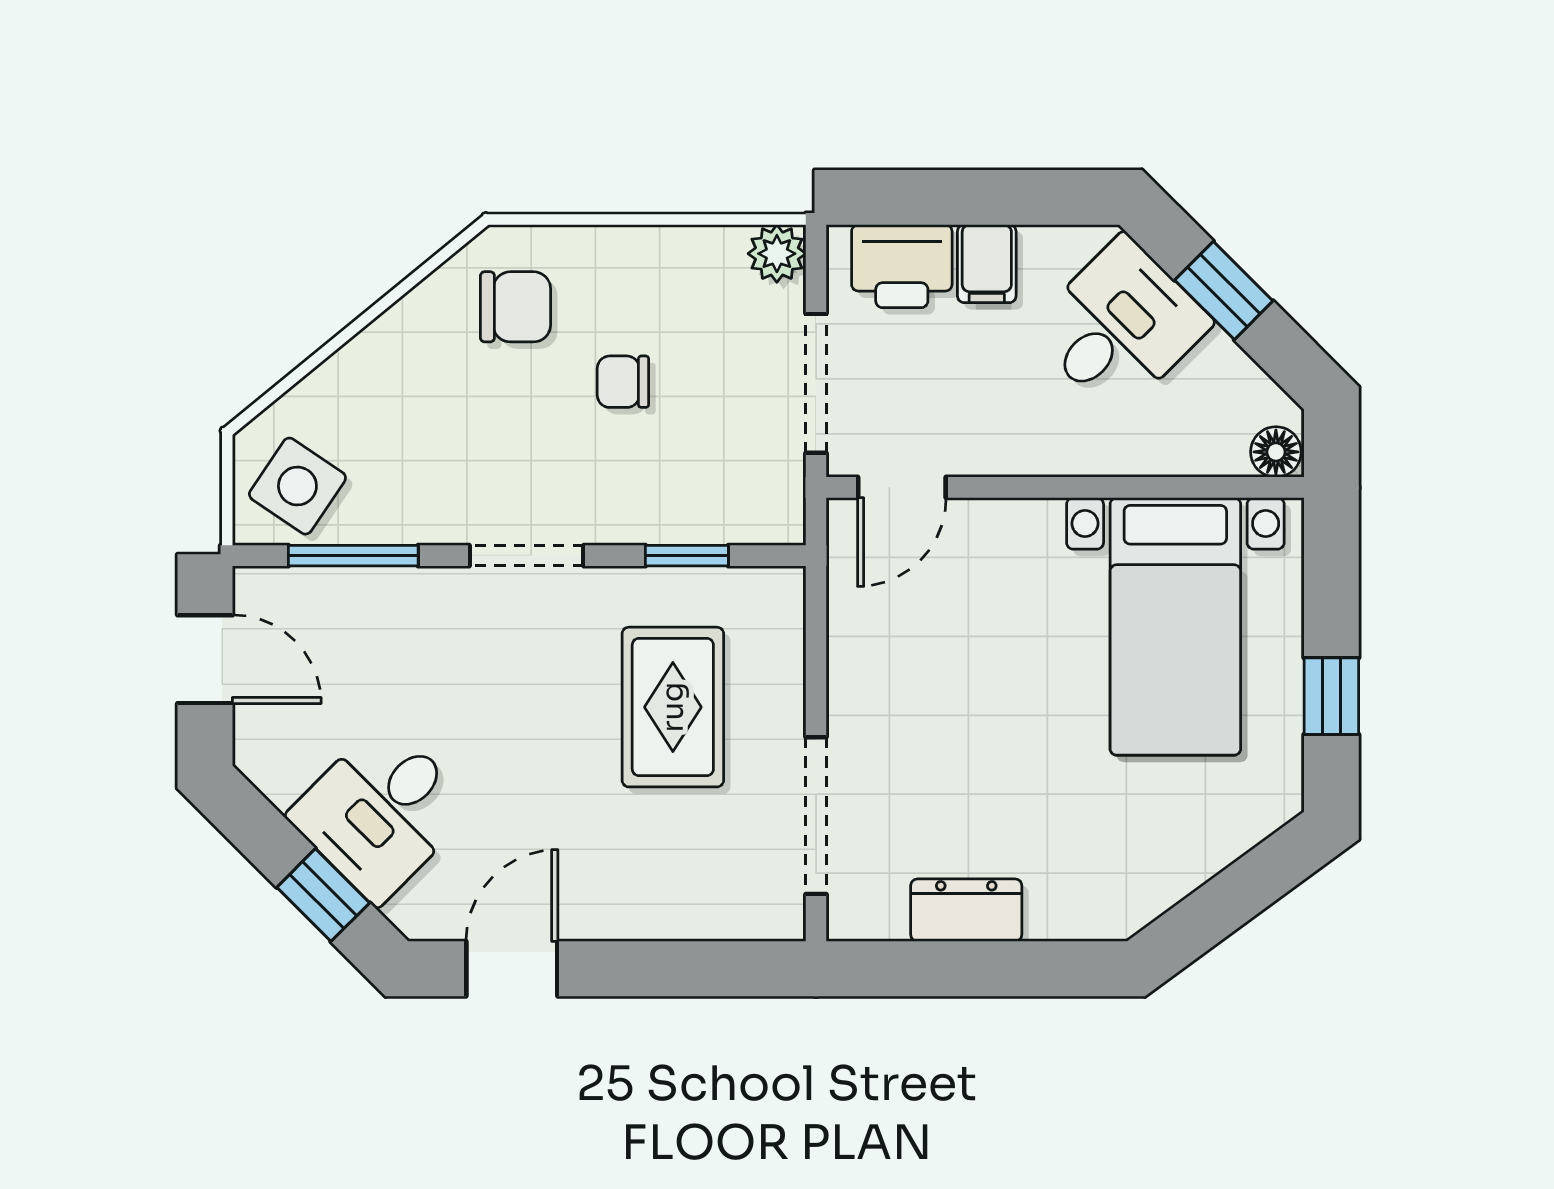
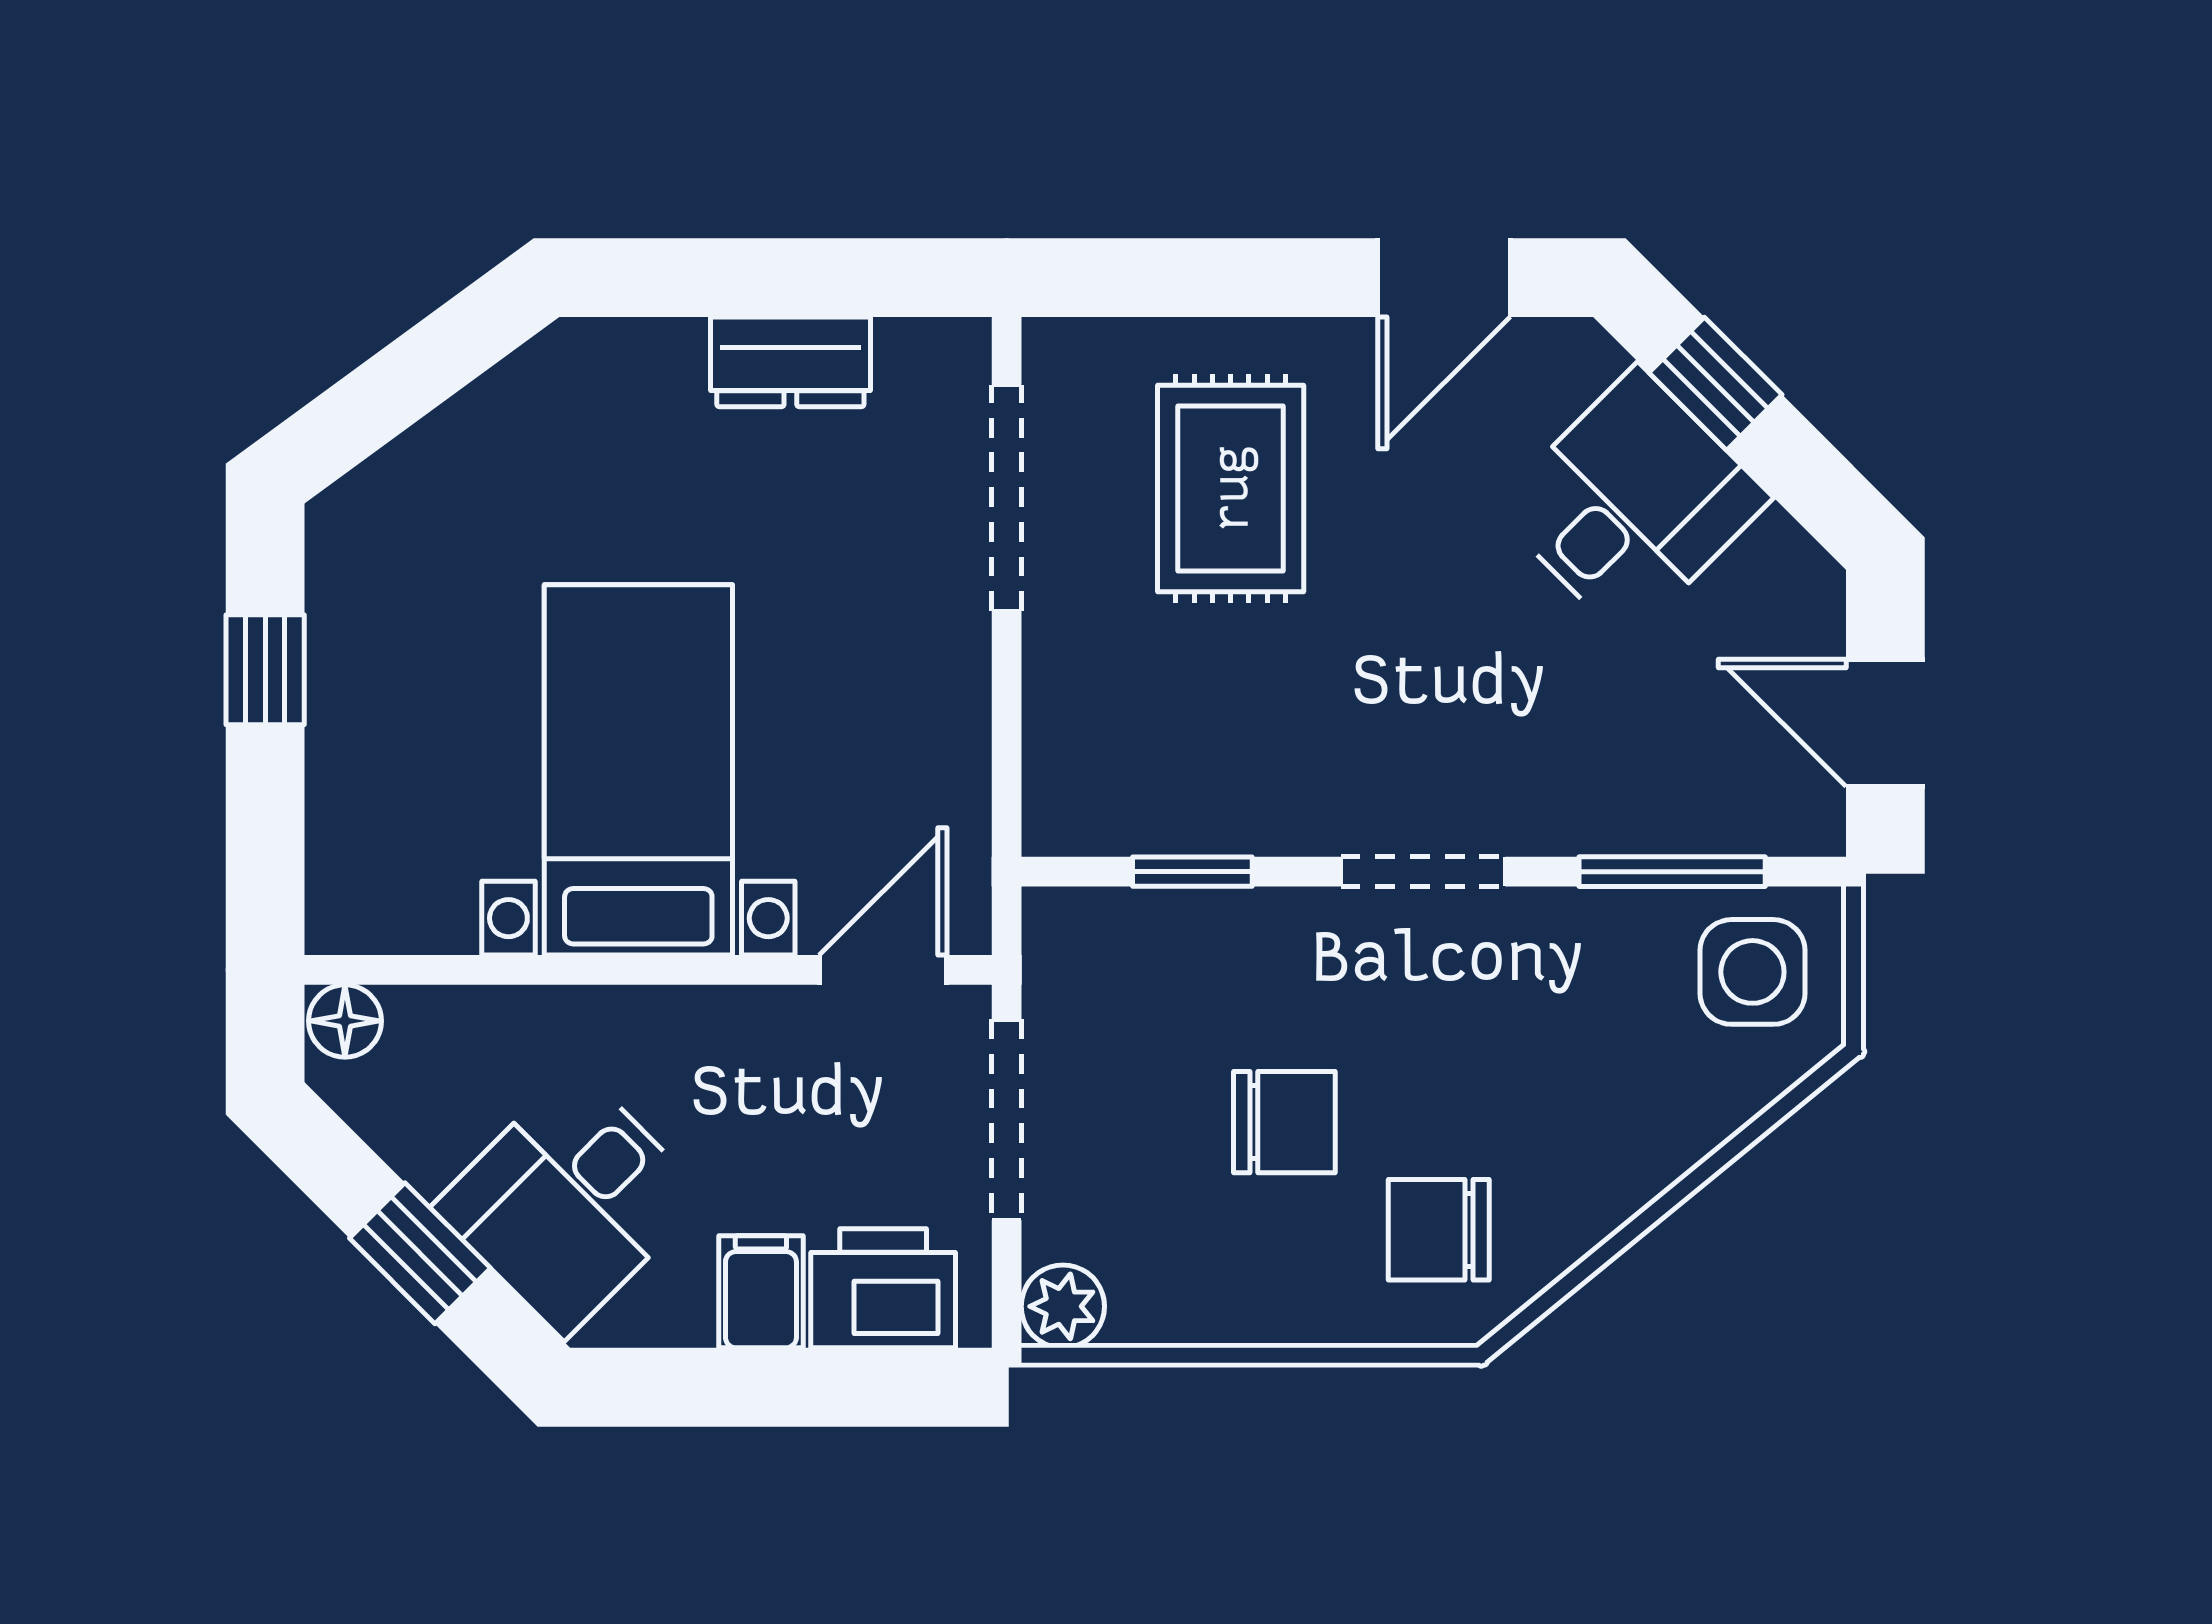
chair: (623, 382) -> (1284, 1122), width x1.37, depth x1.37
side table: (297, 486) -> (1752, 972), turned -34
bed with nightstands: (1175, 626) -> (638, 770), moved
rug: (673, 707) -> (1231, 488), moved

